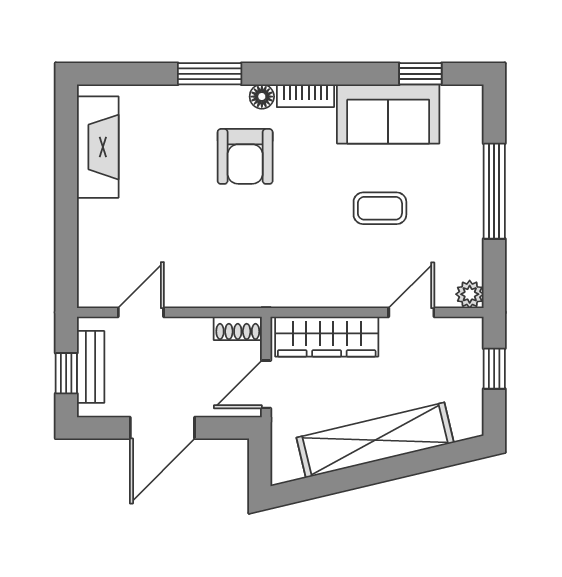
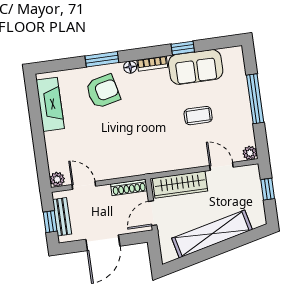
window: (420, 74) -> (183, 48), moved
armchair: (245, 156) -> (103, 91), moved, turned -103
plant: (91, 294) -> (57, 179), added
door: (141, 312) -> (84, 185), hinge flipped
door: (411, 312) -> (221, 166), hinge flipped
shoe rack: (238, 328) -> (129, 187), width x1.43

